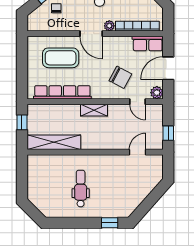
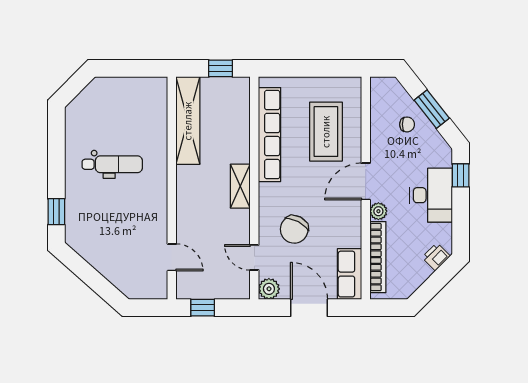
door: (138, 102) -> (254, 257), hinge flipped

